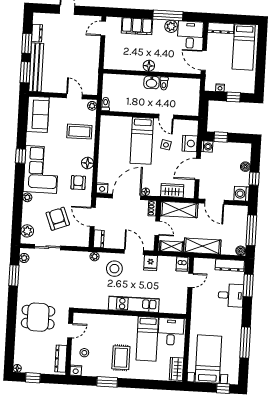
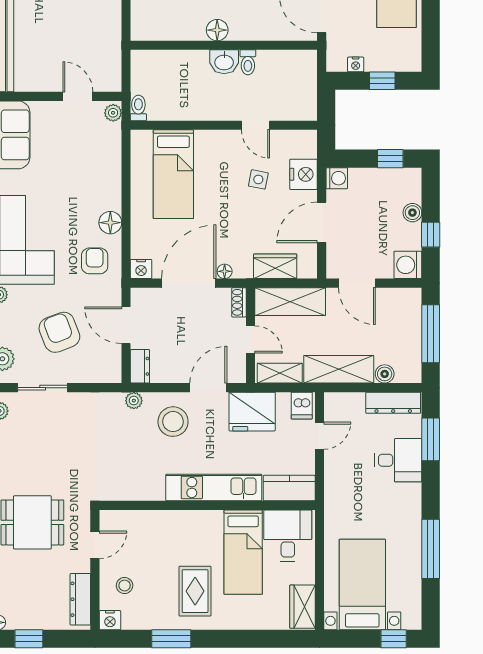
coffee table: (79, 132) -> (91, 163), removed
window: (221, 137) -> (390, 159), moved
bed: (142, 141) -> (173, 174), moved
boiler: (241, 251) -> (385, 374), moved
door: (134, 252) -> (208, 388), hinge flipped
fridge: (150, 263) -> (252, 412), width x1.88, depth x1.34
kitchen counter: (173, 307) -> (289, 488), added

